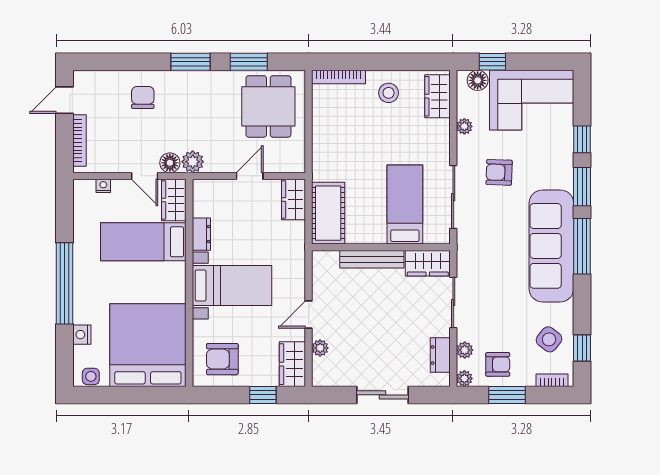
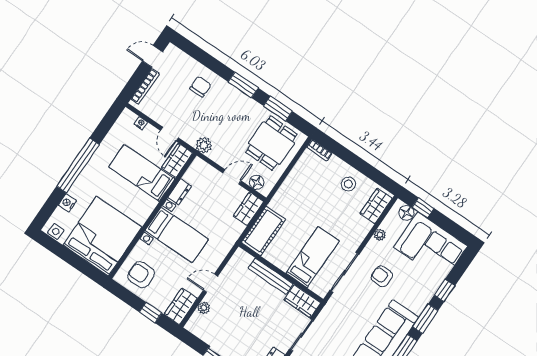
bookcase: (338, 77) -> (319, 150), width x0.64
floor lamp: (170, 163) -> (257, 182), moved

